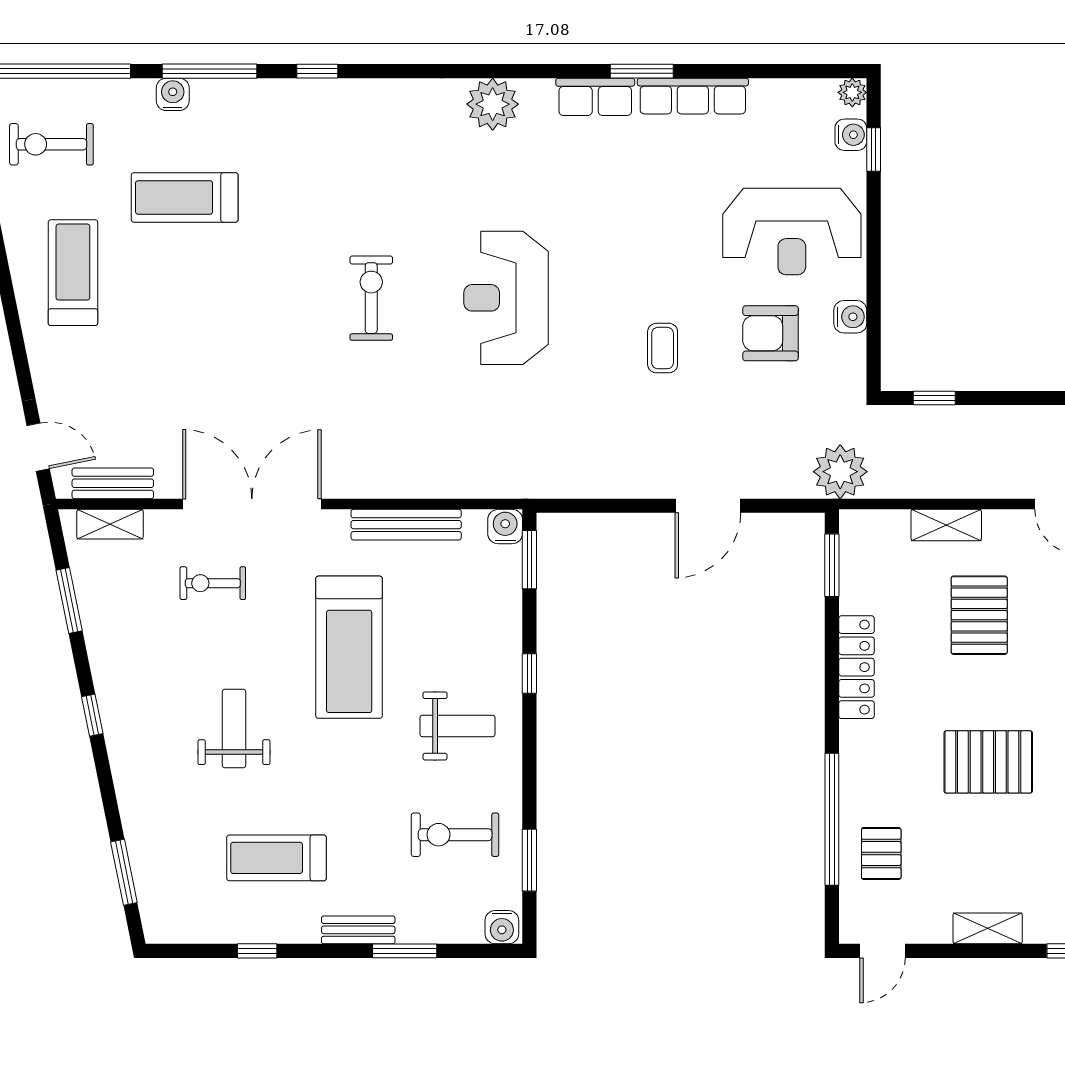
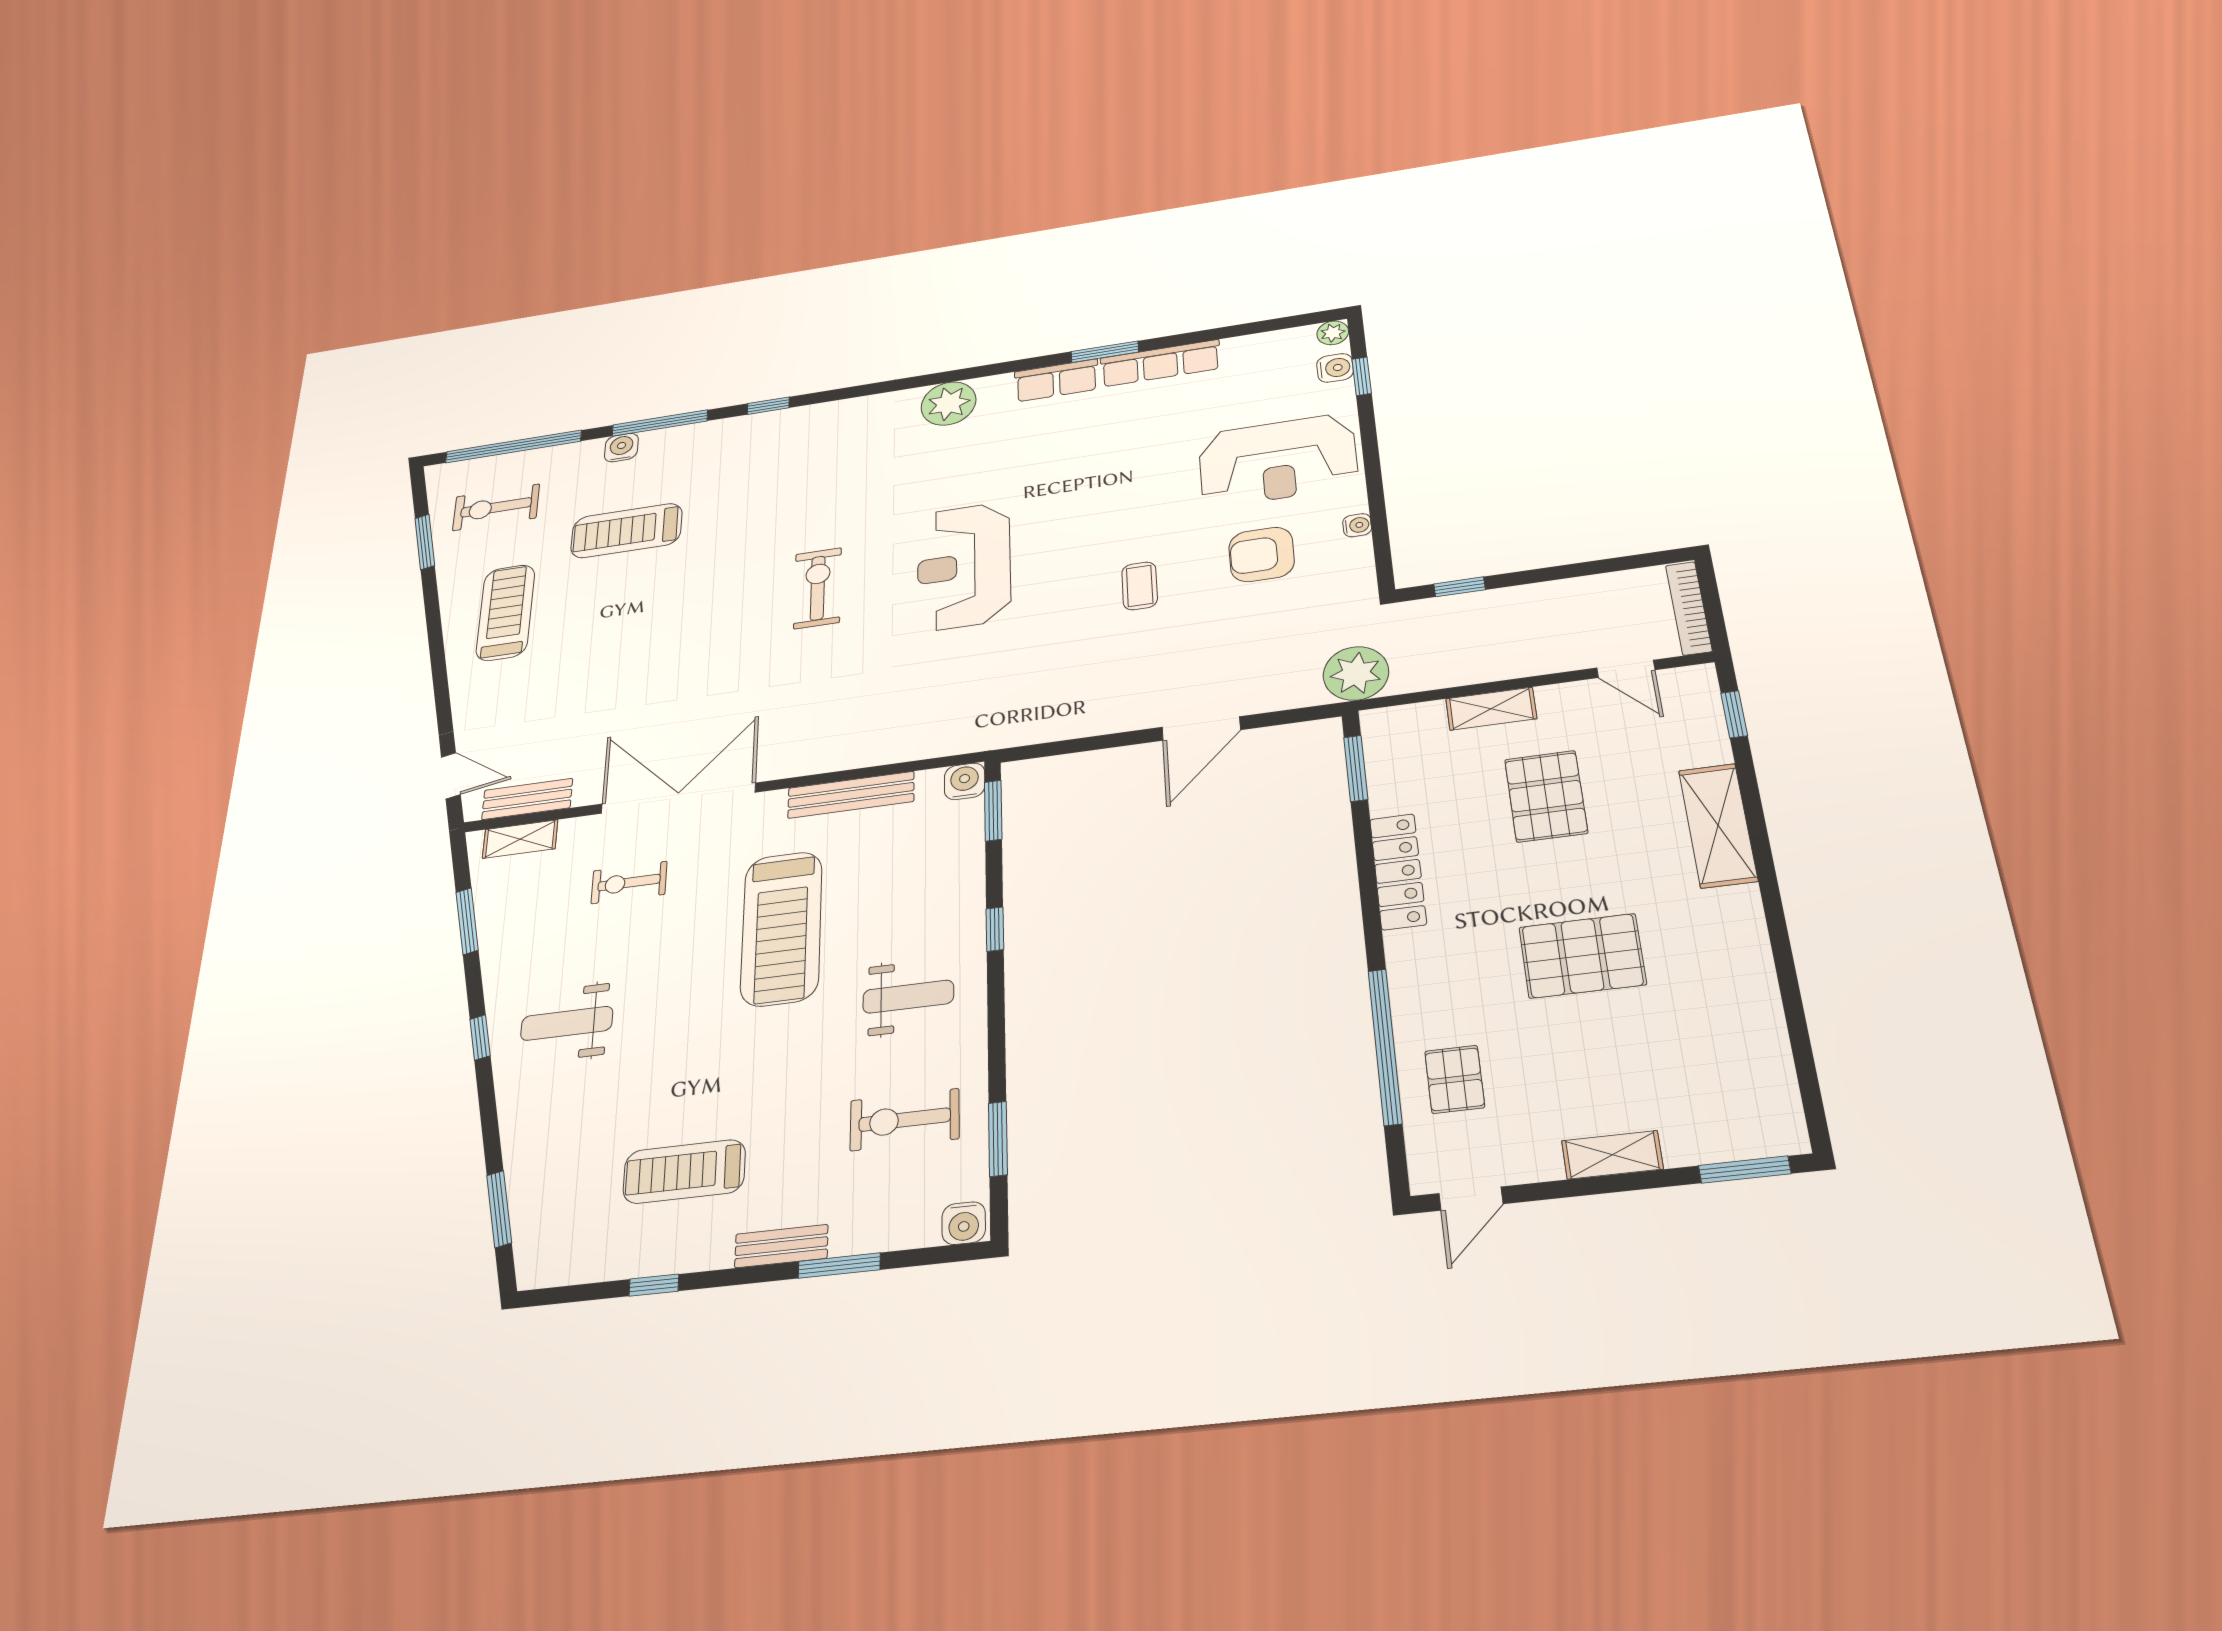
water cooler: (850, 317) -> (1357, 525), width x0.72, depth x0.72
weight bench: (234, 728) -> (567, 1023), moved, turned -90

